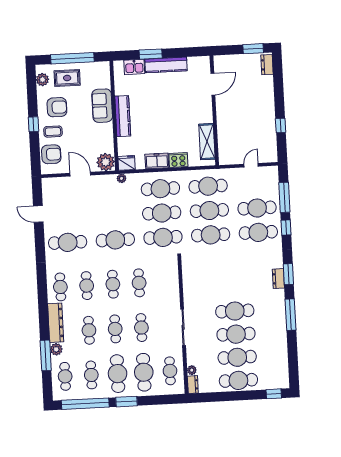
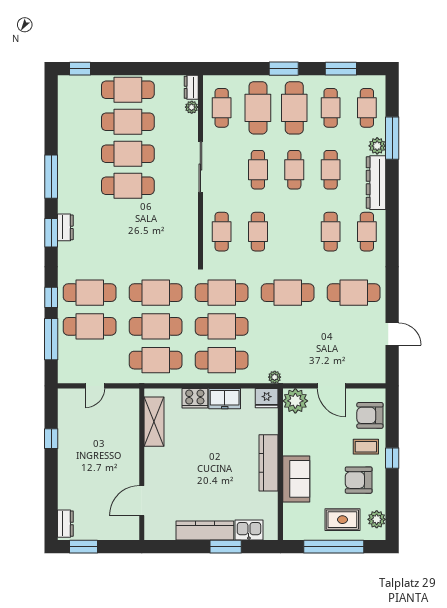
cafe table: (113, 284) -> (222, 232), moved
window: (85, 404) -> (341, 69), width x0.47

